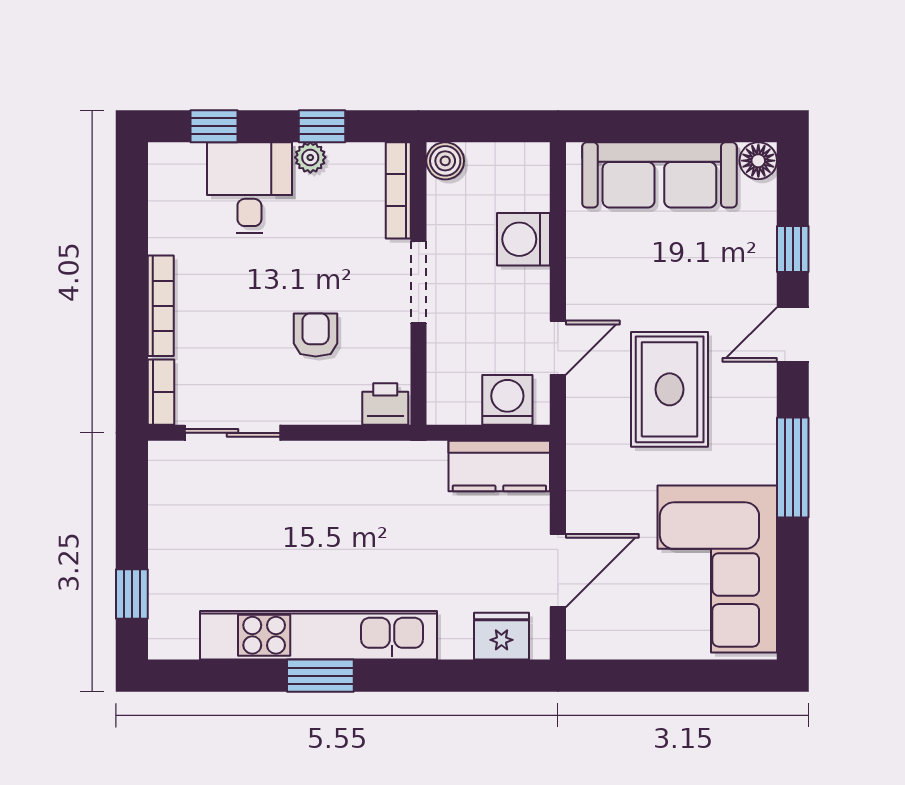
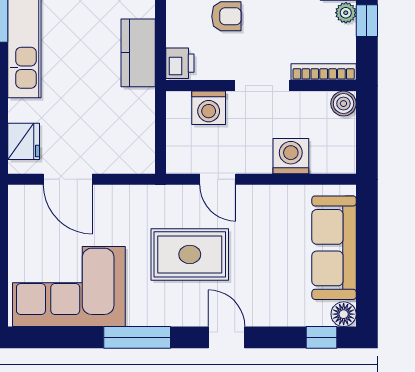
window: (793, 249) -> (321, 337), moved
washing machine: (507, 400) -> (209, 108), moved, turned 90
kitchen counter: (499, 466) -> (138, 53), moved

